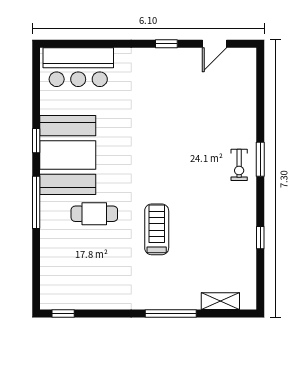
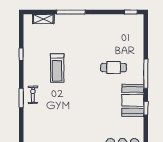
booth: (68, 155) -> (133, 100), width x0.73, depth x0.70
treadmill: (157, 229) -> (57, 68), moved

